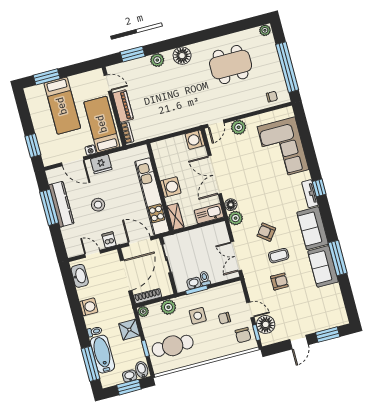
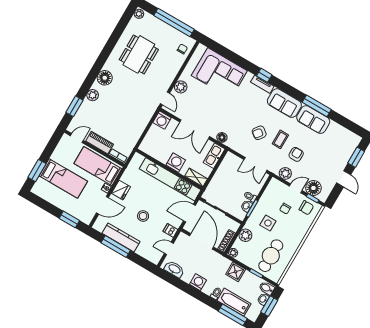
plant: (236, 218) -> (285, 173), moved

